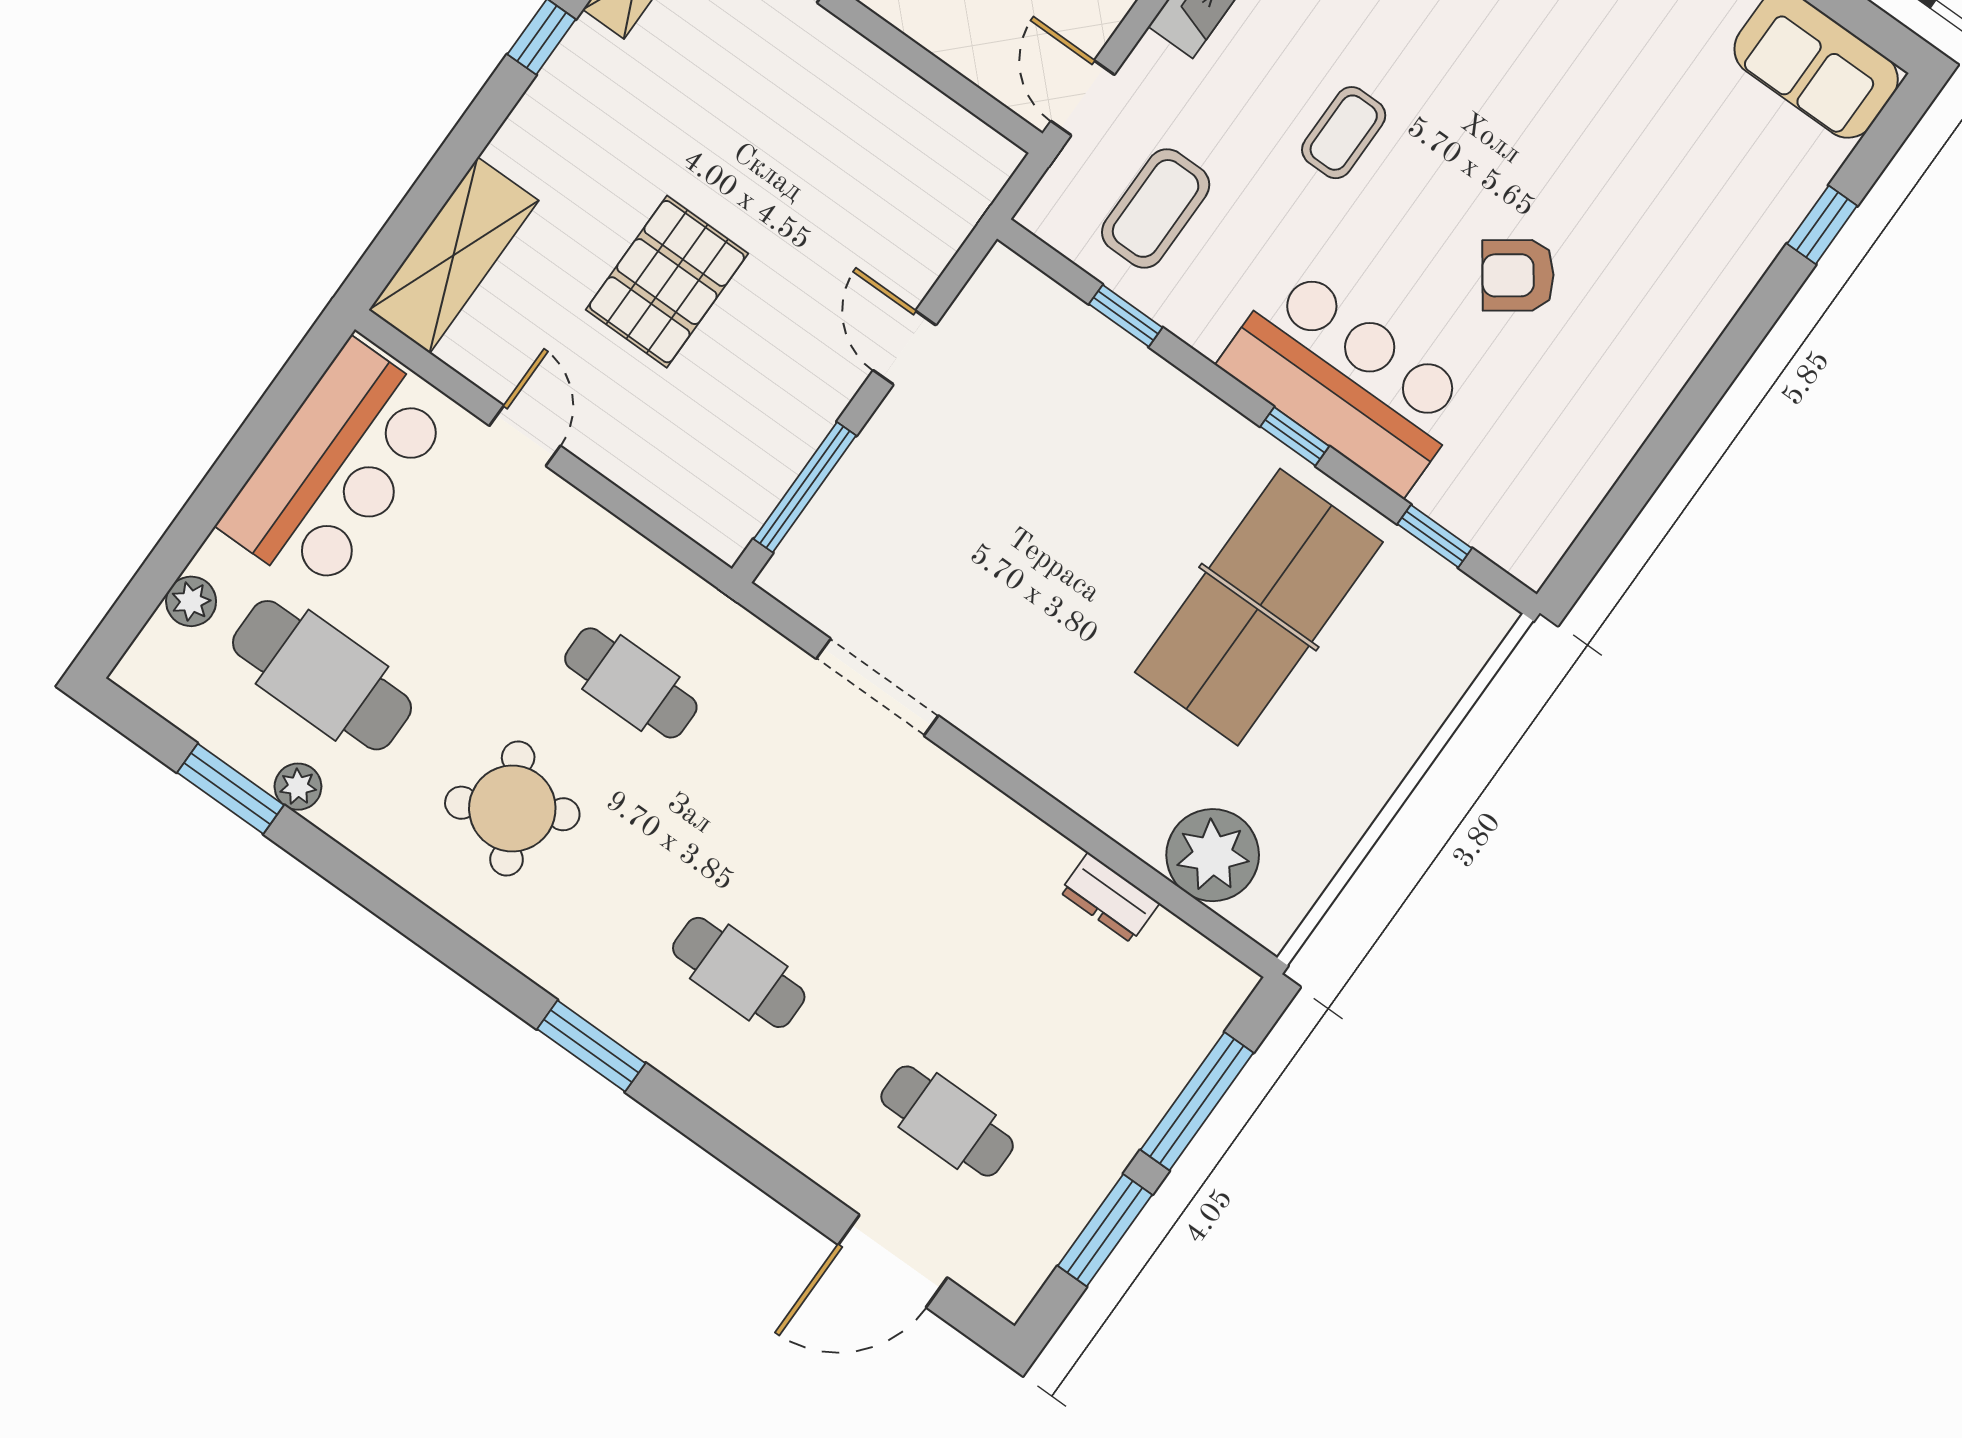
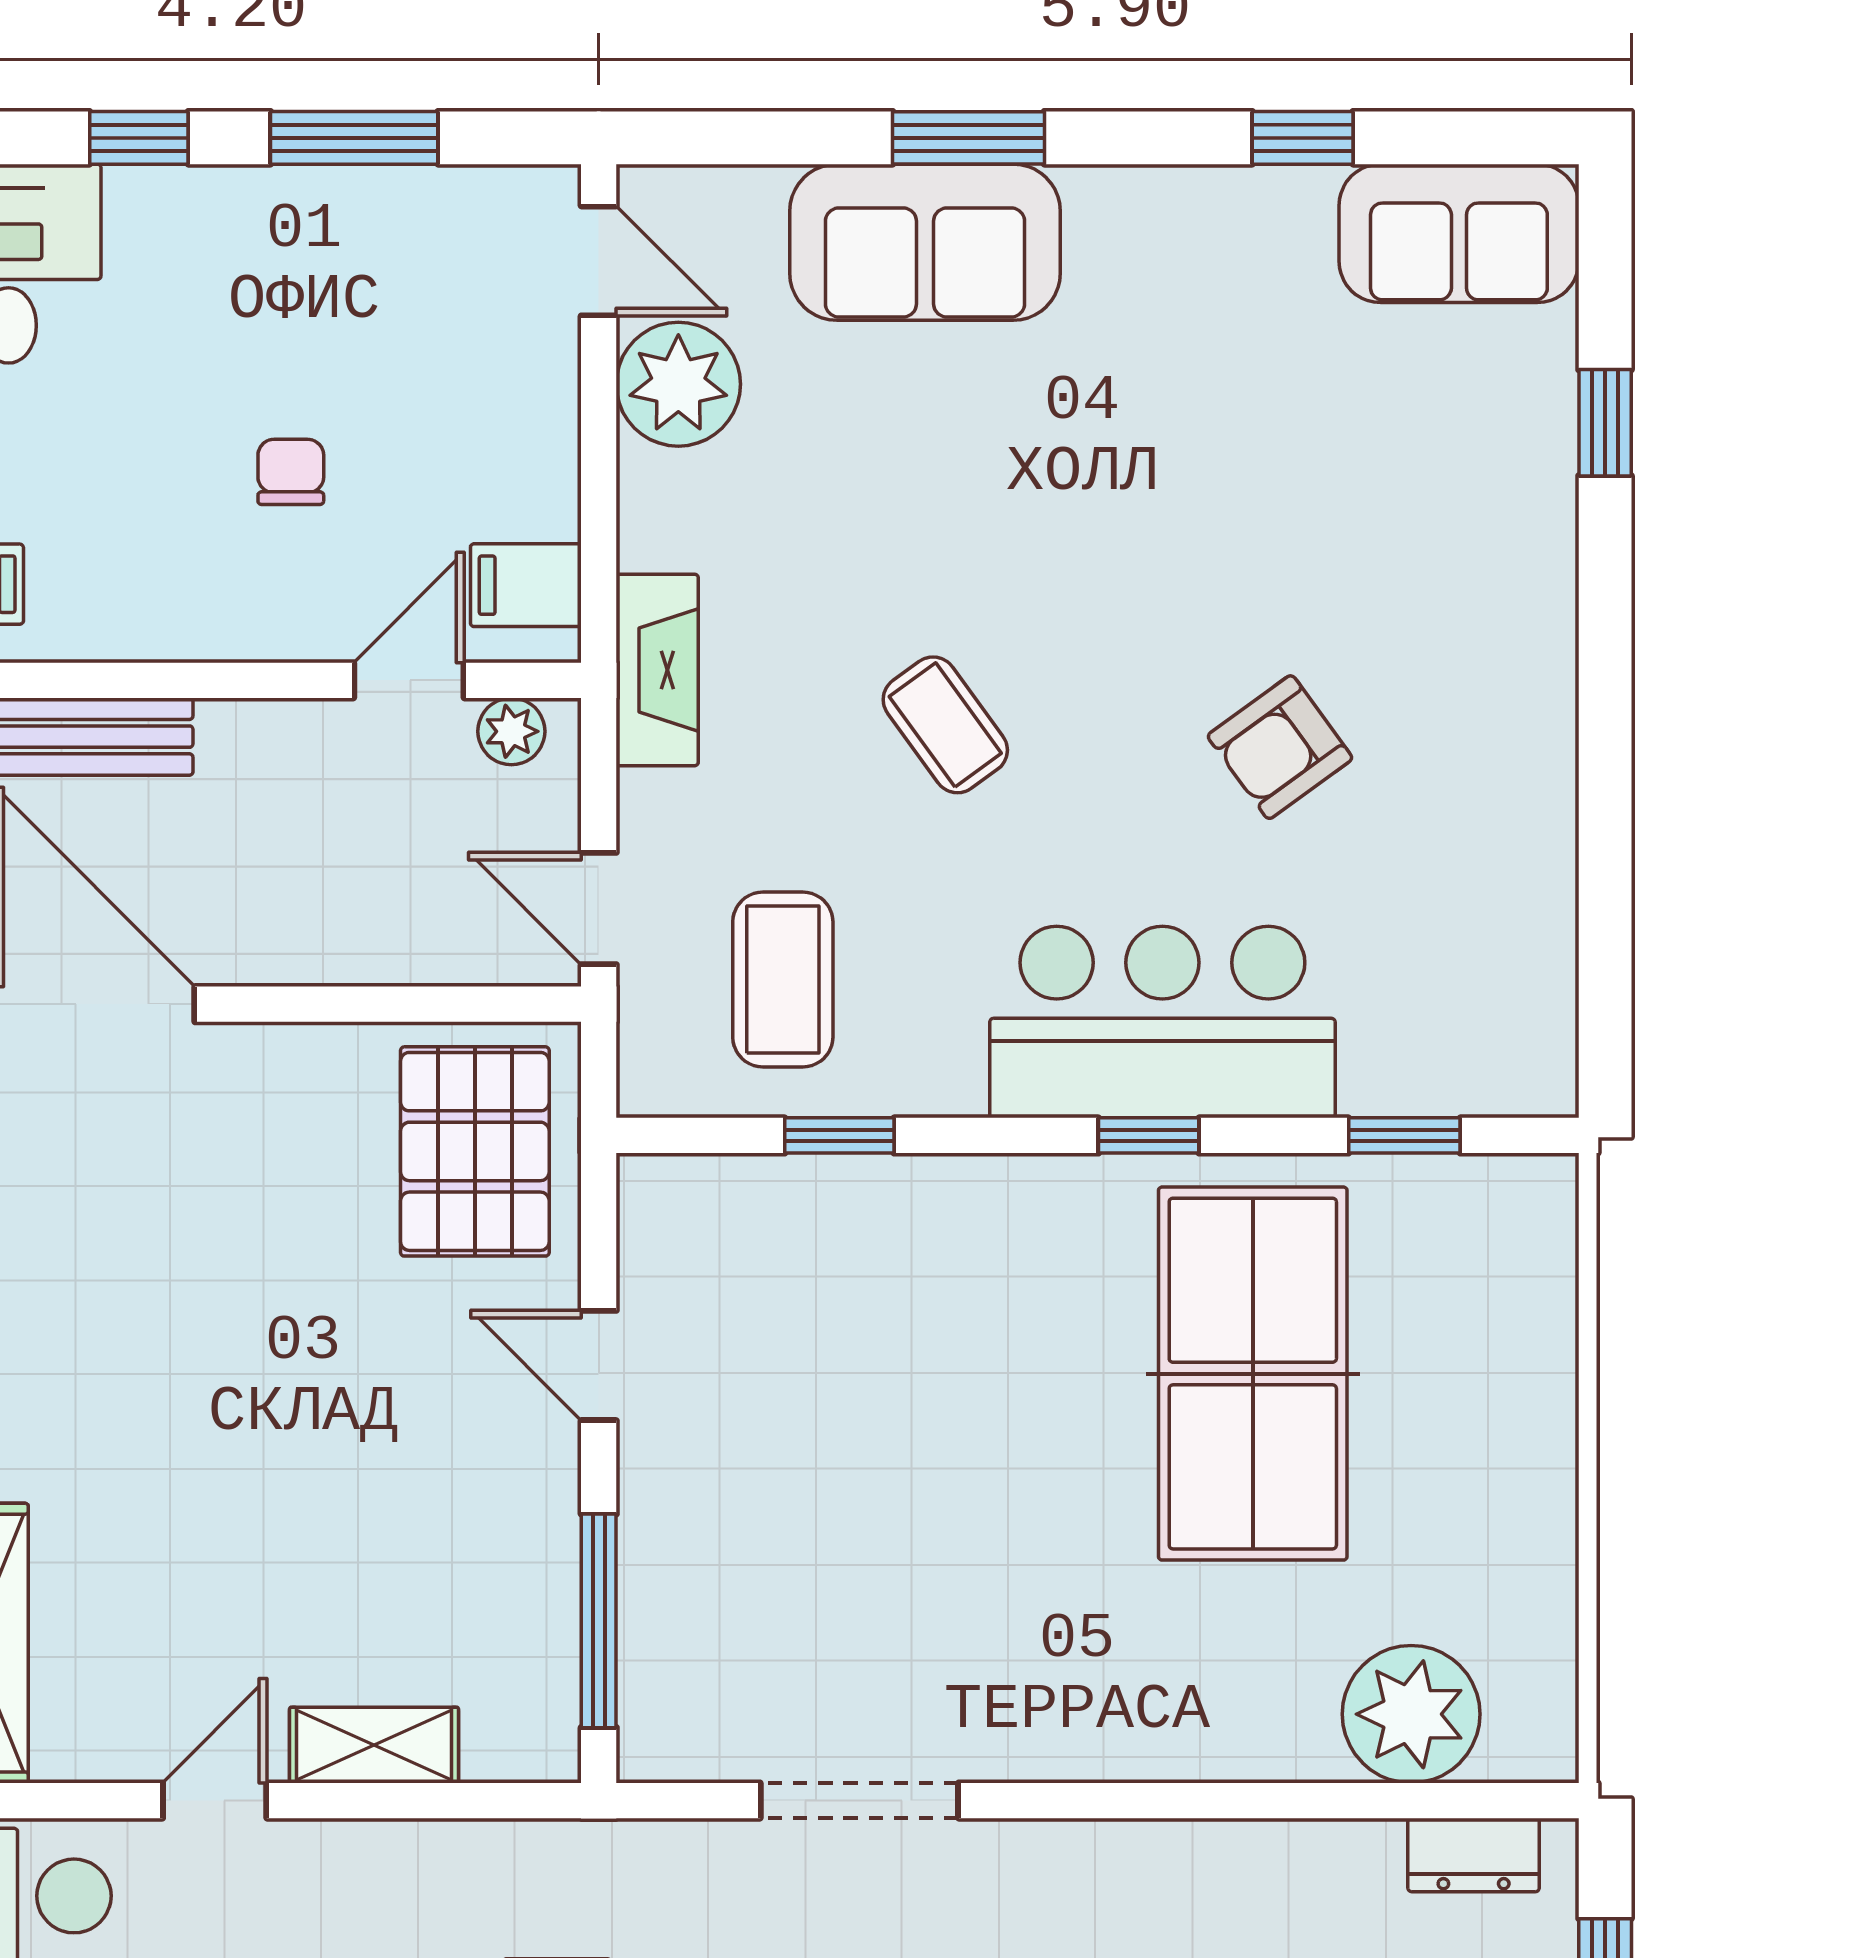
coffee table: (1344, 133) -> (945, 725), turned -36
pallet: (667, 282) -> (475, 1151), moved
door: (525, 436) -> (215, 1801), hinge flipped
shelving: (634, 468) -> (374, 1745), added
dresser: (1110, 898) -> (1474, 1855), moved

